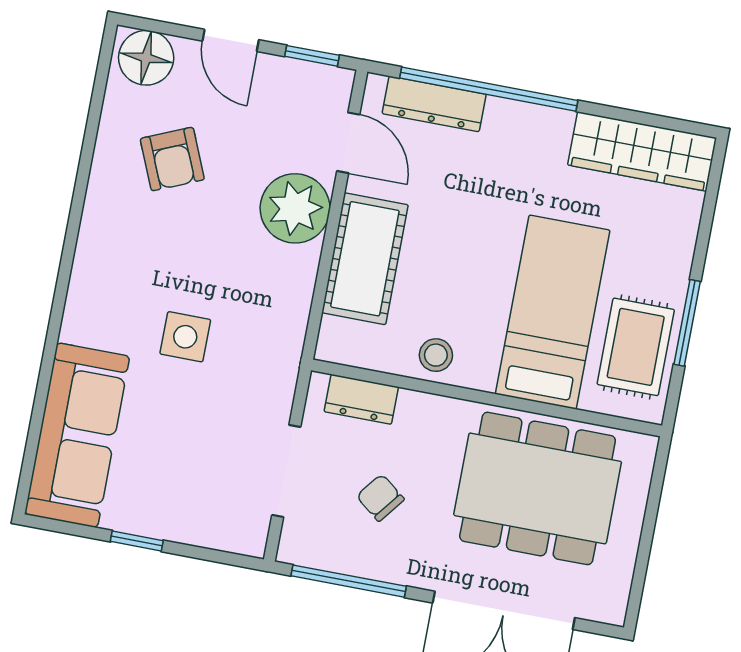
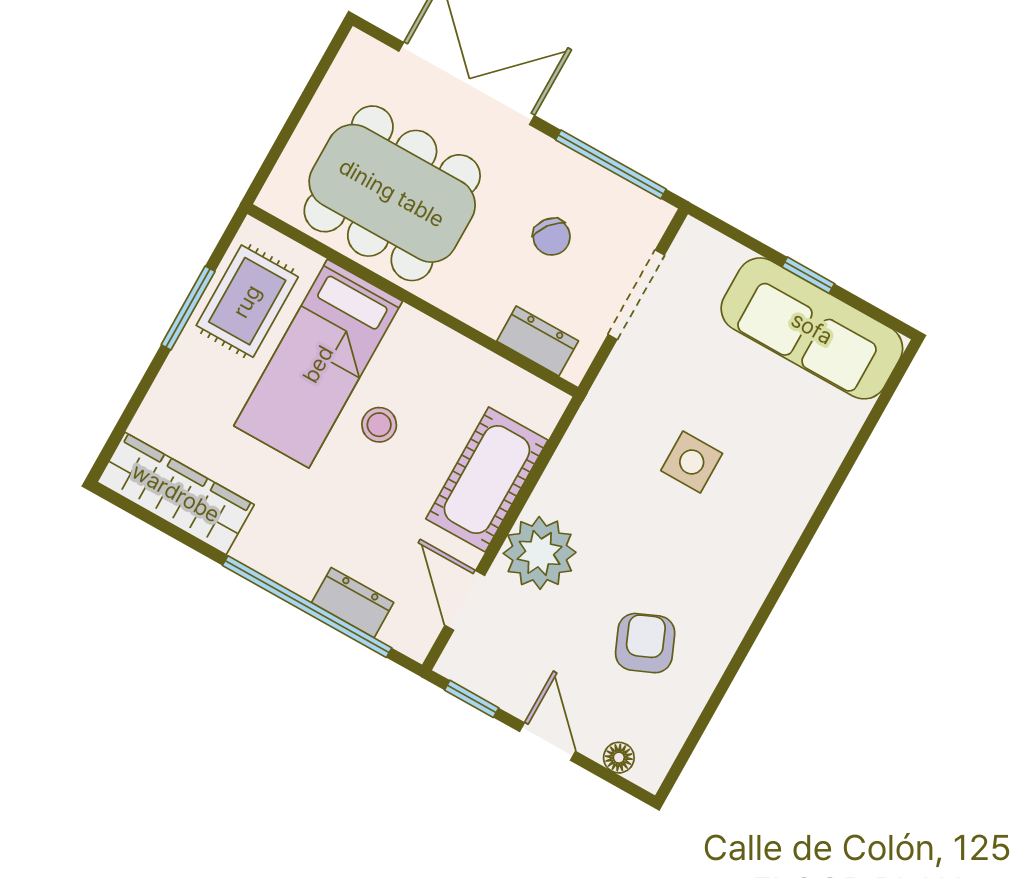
floor lamp: (146, 58) -> (619, 758), width x0.53, depth x0.53
dresser: (434, 104) -> (353, 603), width x0.70
stool: (436, 355) -> (379, 425), moved
sofa: (77, 435) -> (812, 328), moved, turned -90

